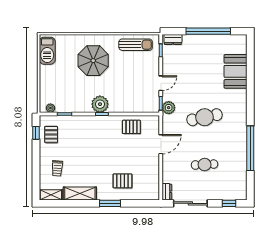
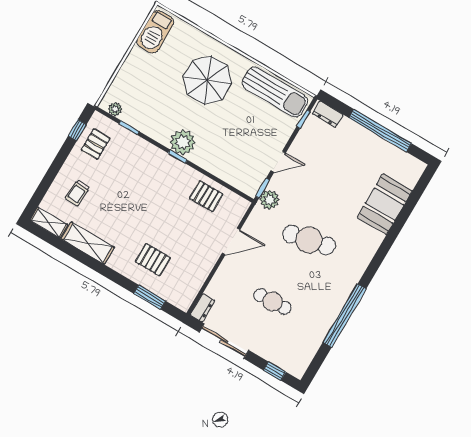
sun lounger: (136, 45) -> (275, 92), width x1.36, depth x1.34
window: (110, 203) -> (150, 297), moved

